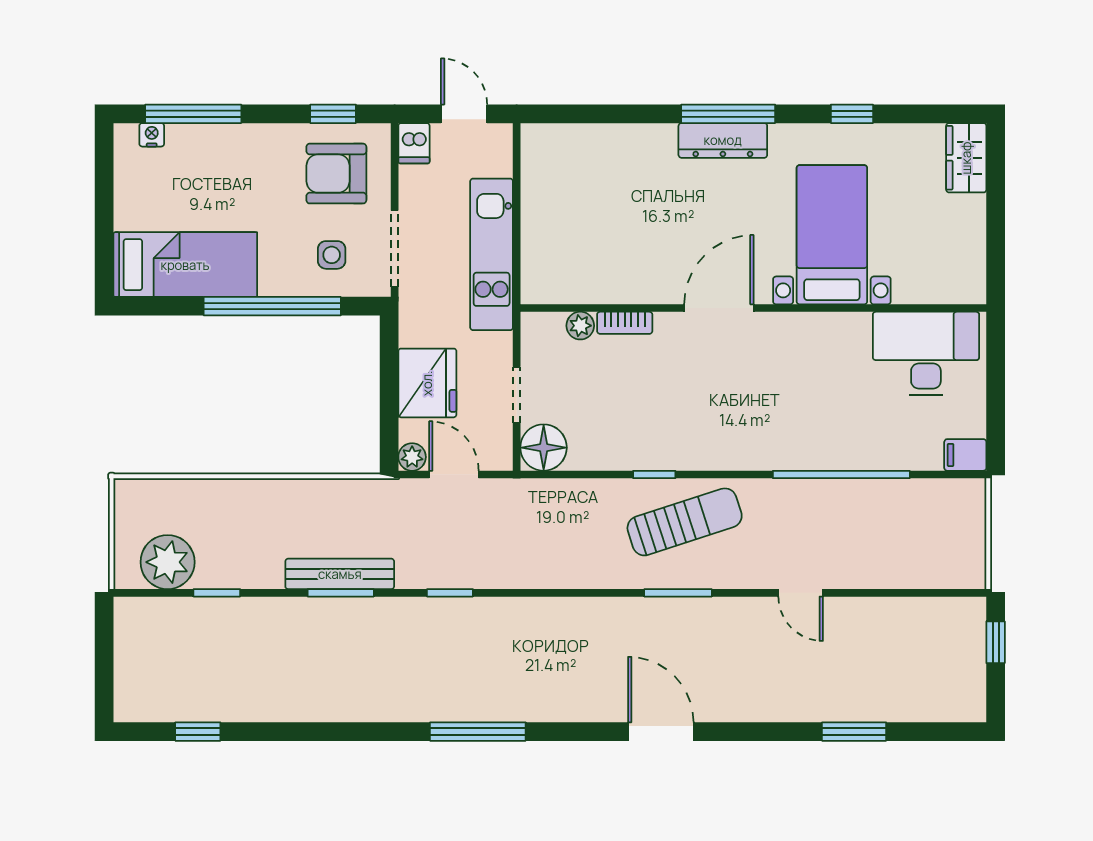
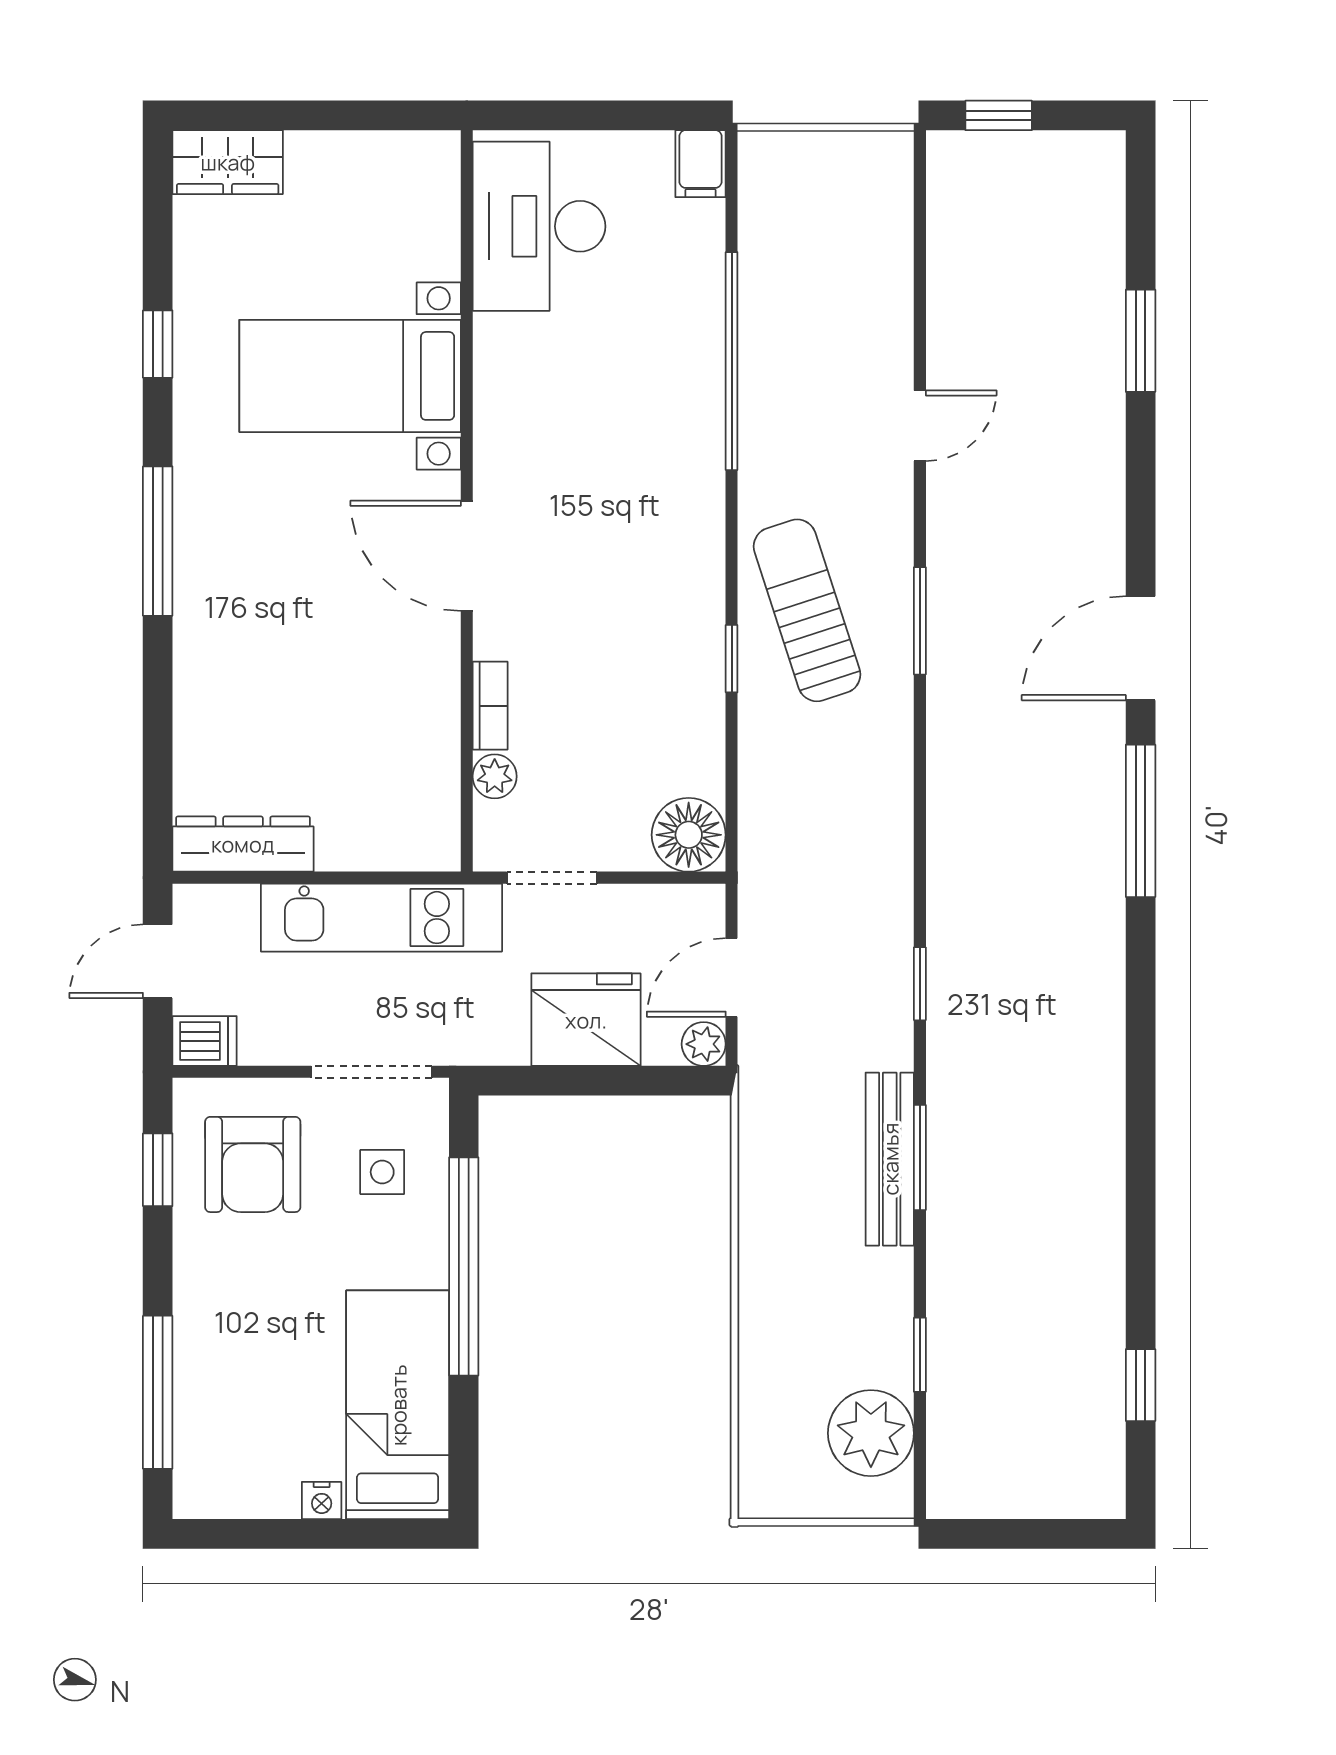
nightstand: (152, 135) -> (322, 1500), moved, turned -90
dresser: (723, 140) -> (243, 844), moved, turned -90
doorway: (517, 395) -> (552, 878), moved
window: (478, 732) -> (1141, 821), moved

